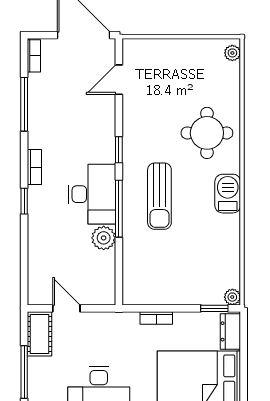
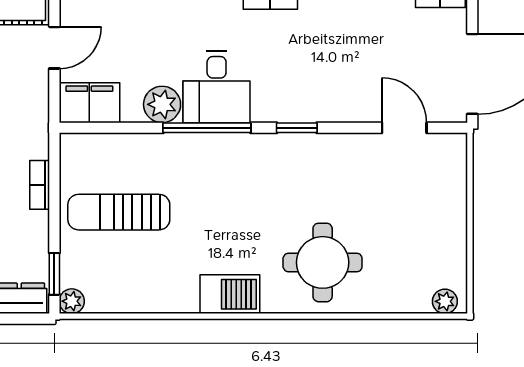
desk: (92, 194) -> (217, 87), width x0.73
sun lounger: (159, 196) -> (119, 212), moved
filing cabinet: (102, 285) -> (89, 103), added

